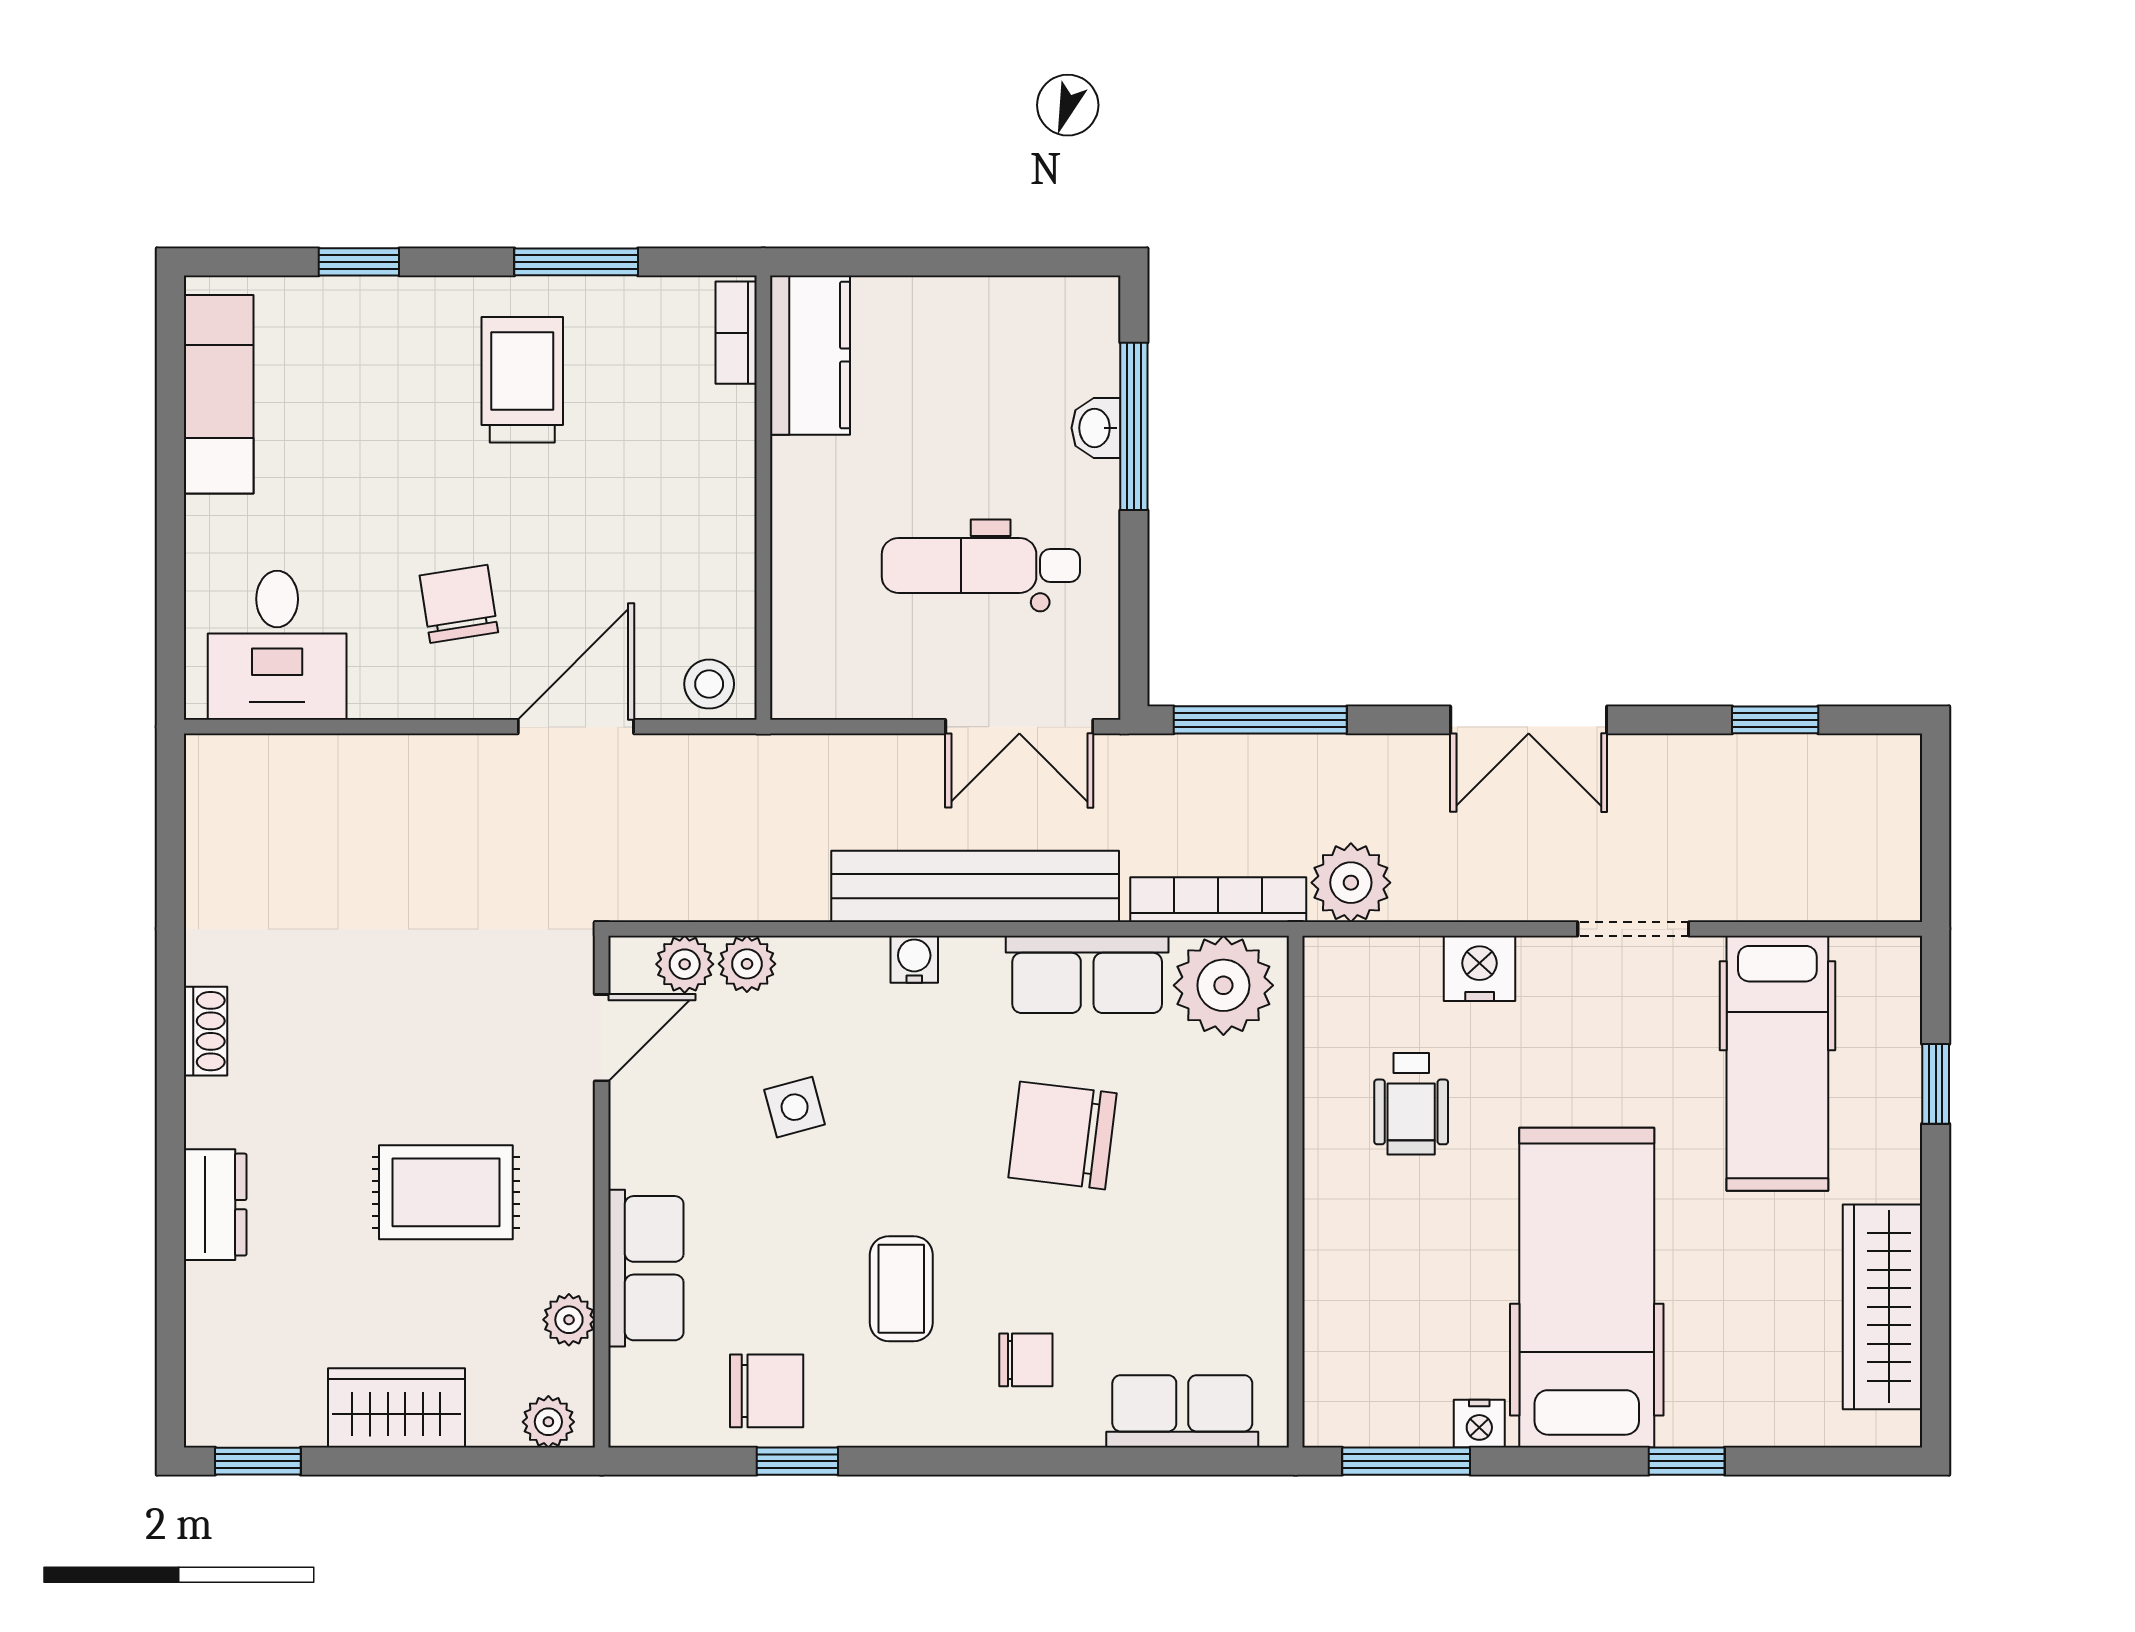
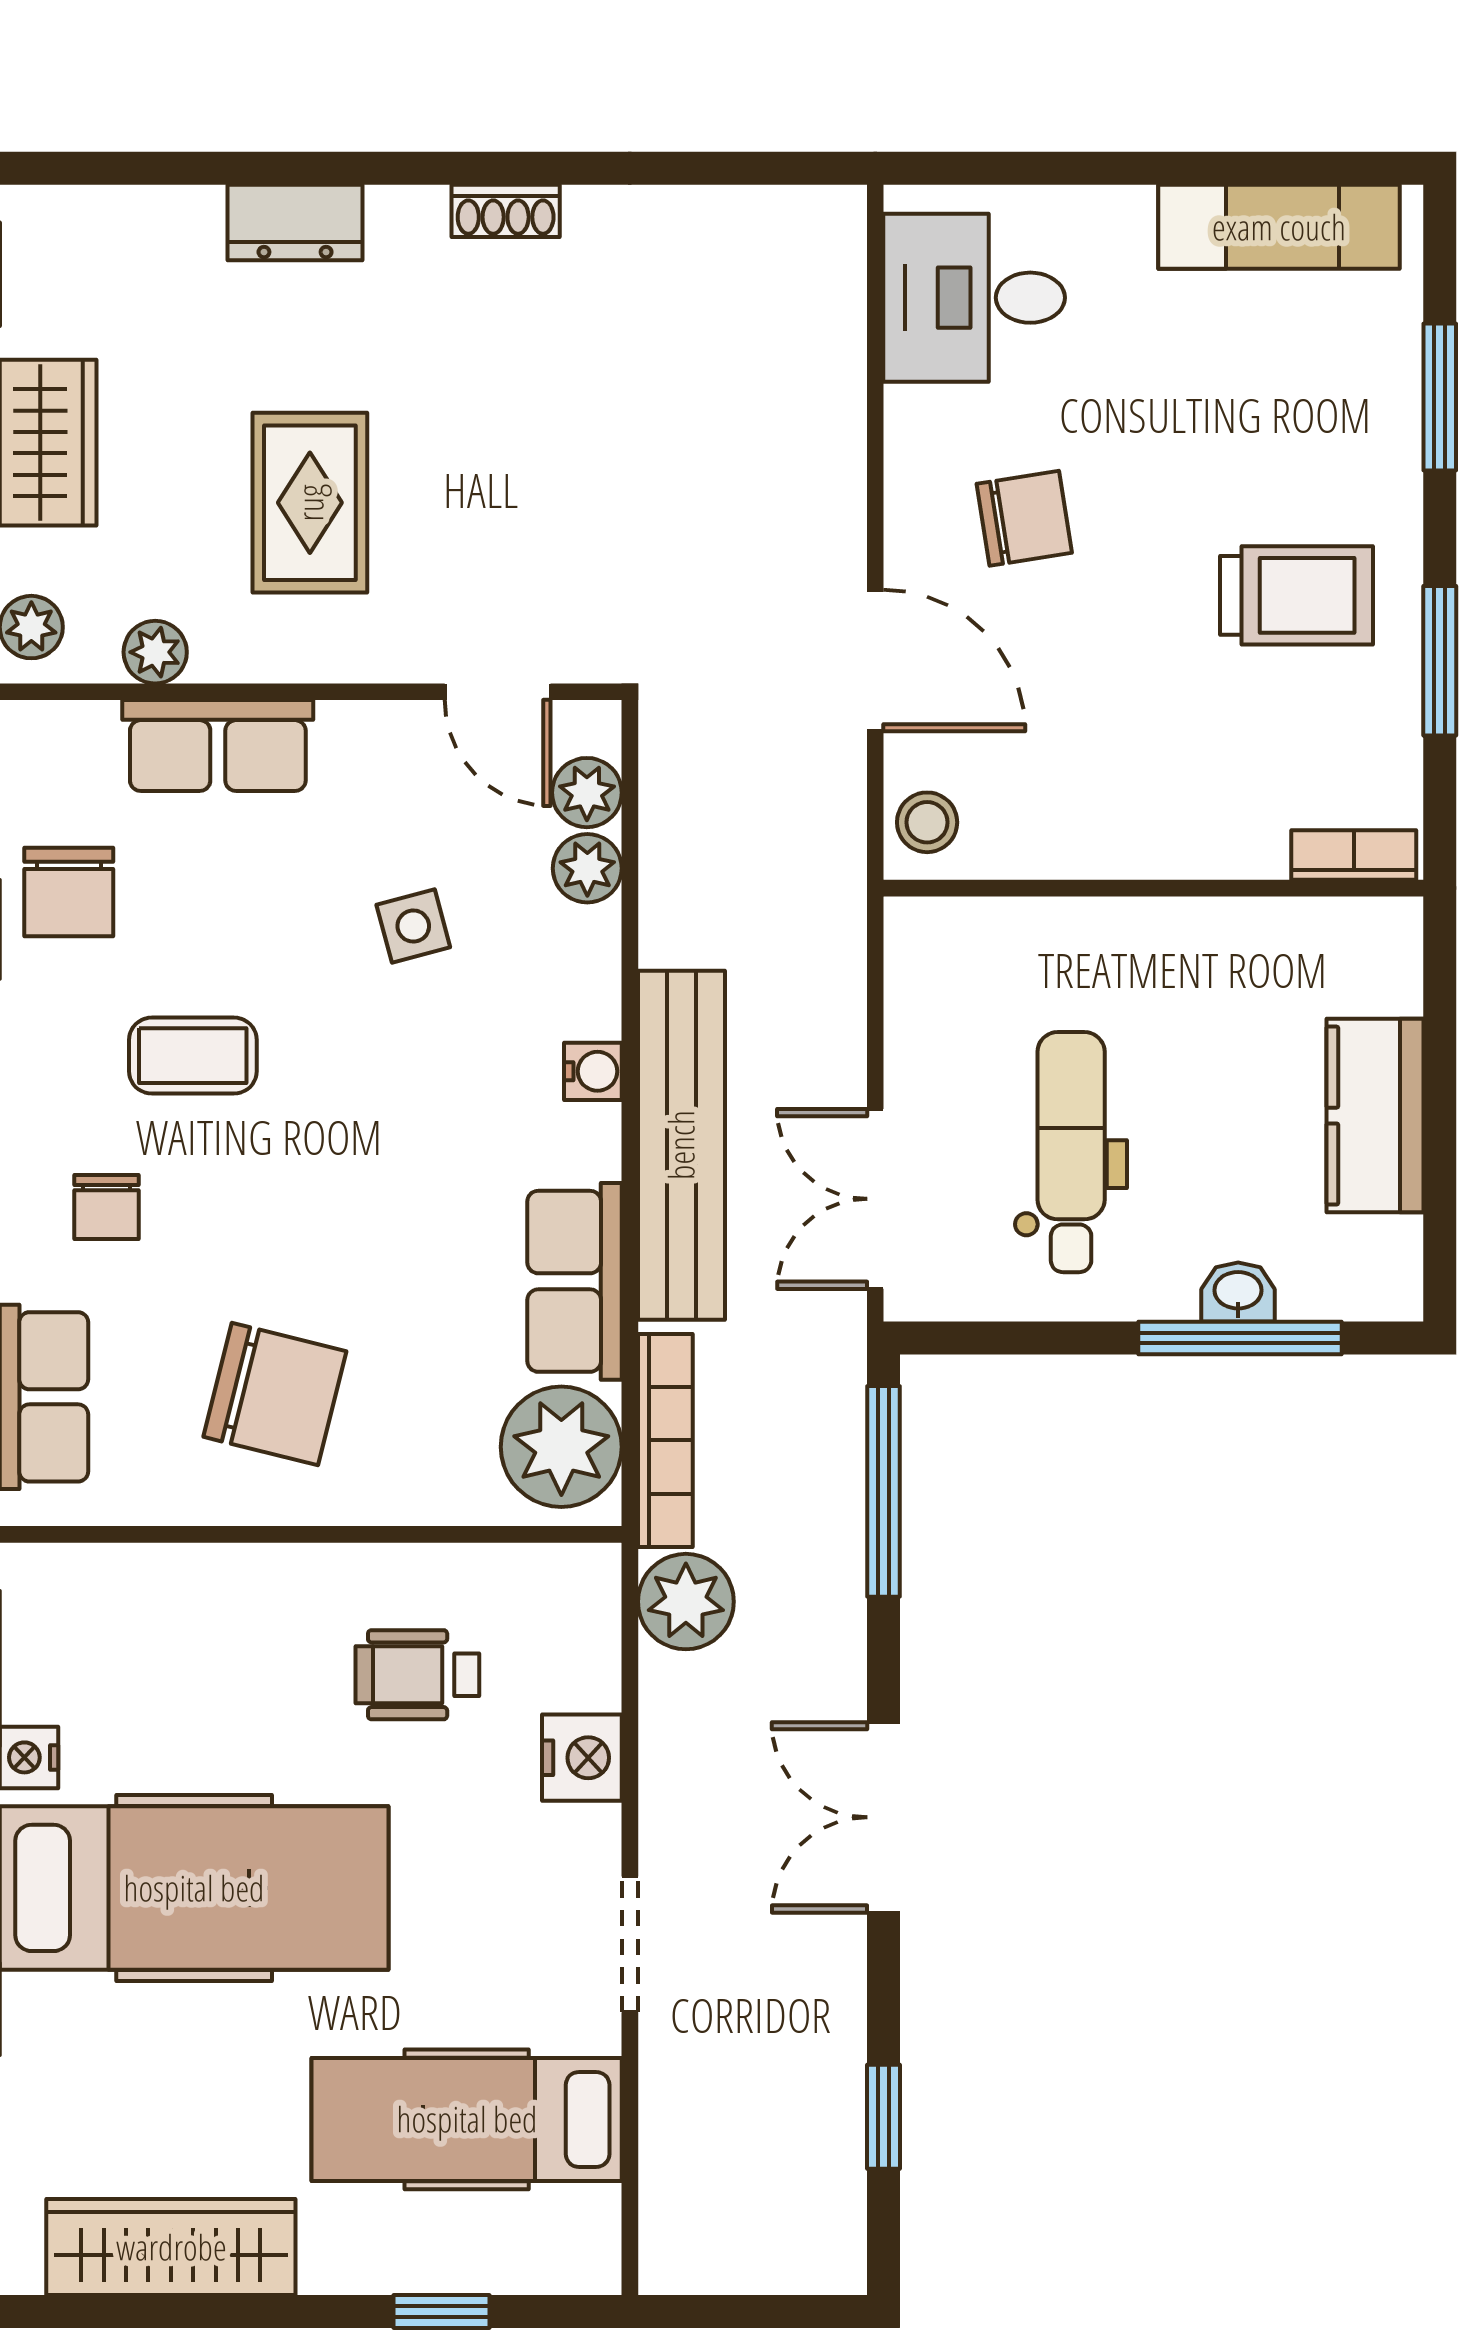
window: (359, 262) -> (1440, 397), width x1.50
kitchen counter: (810, 355) -> (1375, 1116), moved, turned 90
chair: (1063, 1135) -> (275, 1394), moved, turned 97

